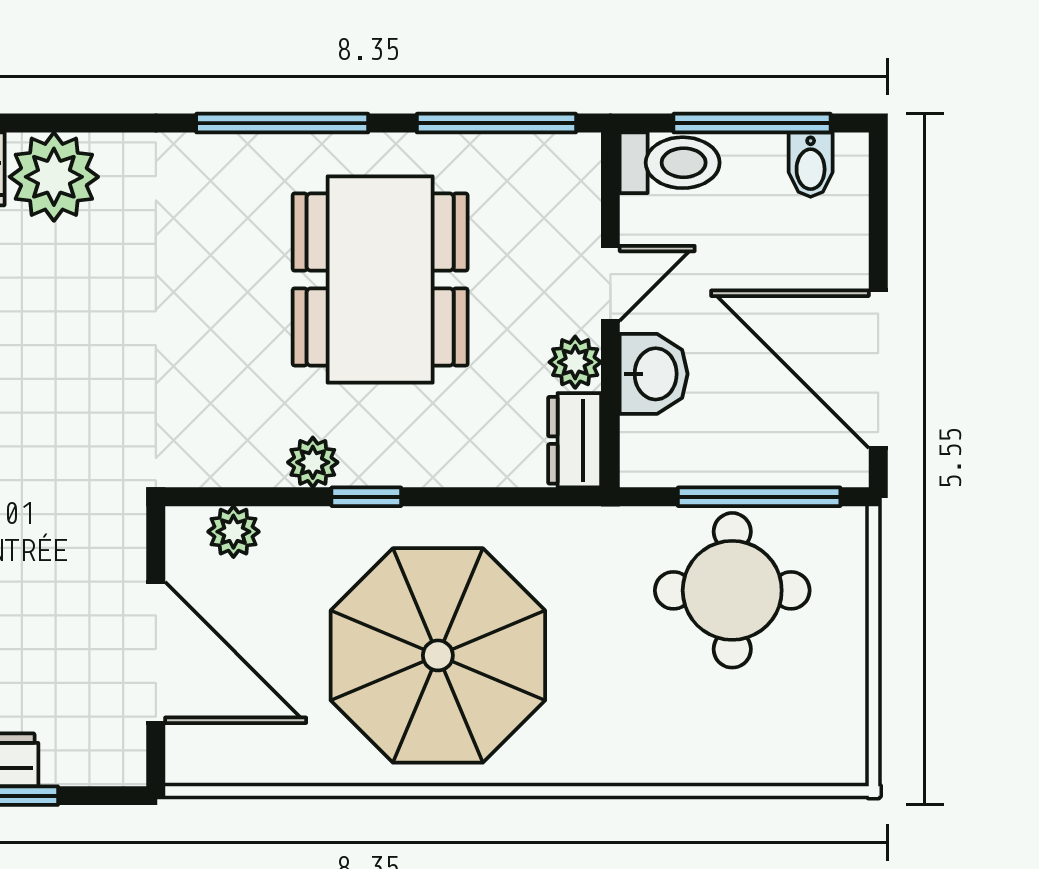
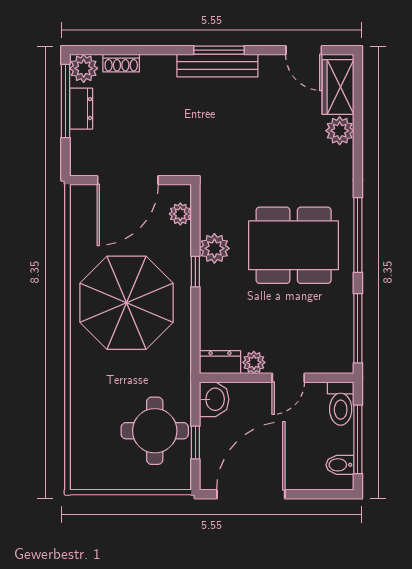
plant: (54, 177) -> (340, 131), width x0.73, depth x0.73
dining table: (380, 279) -> (294, 245), moved
door: (610, 283) -> (288, 378), hinge flipped
washbasin: (654, 374) -> (214, 399), moved, turned -90
plant: (313, 462) -> (214, 248), width x1.38, depth x1.38
window: (759, 497) -> (195, 442), width x0.46

